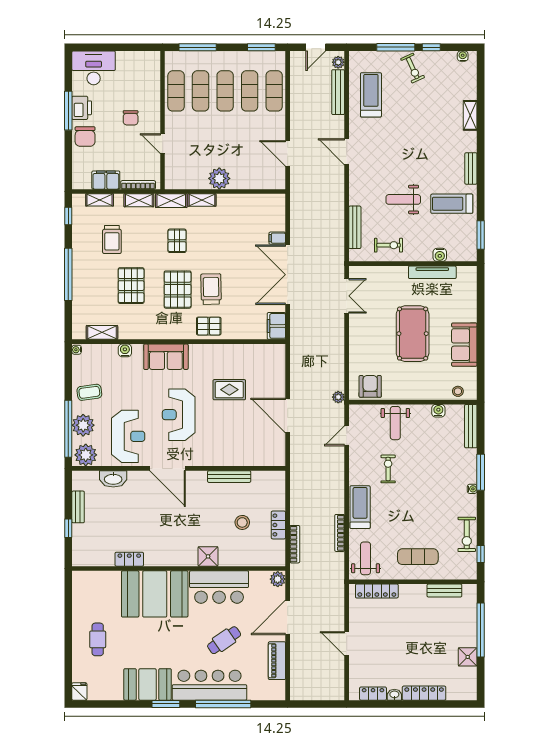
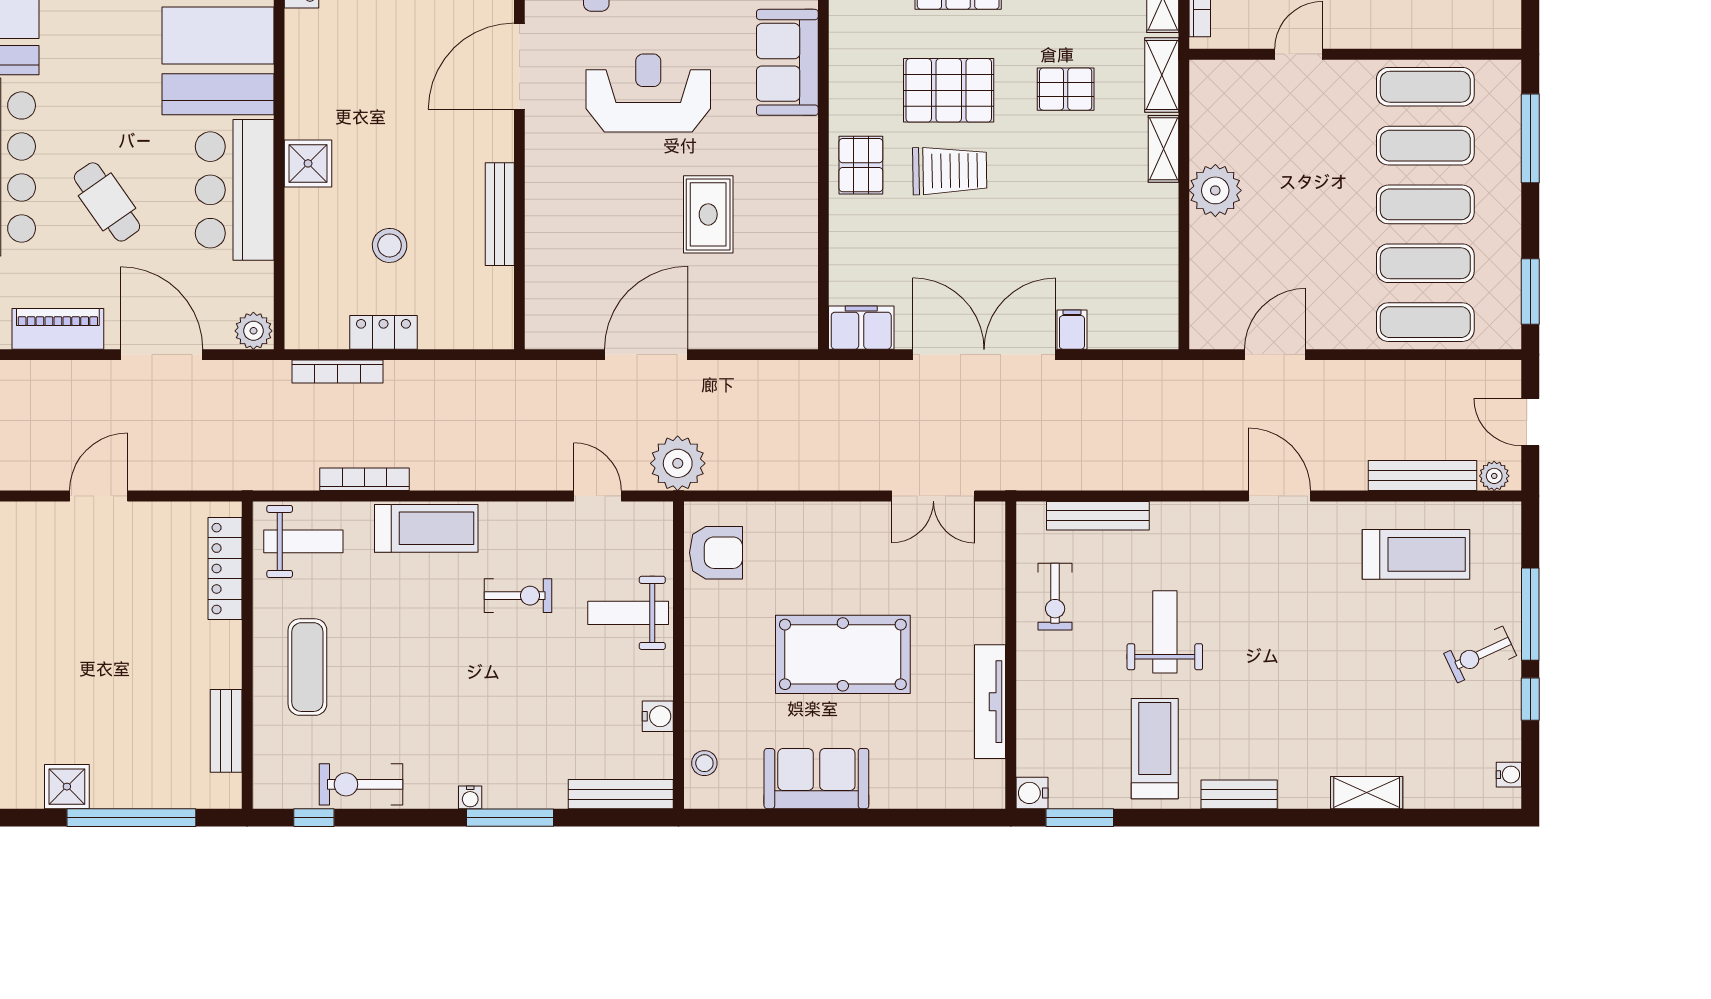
door: (347, 152) -> (1279, 496), hinge flipped
water cooler: (440, 255) -> (1032, 793), moved
plant: (338, 397) -> (678, 463), width x1.88, depth x1.88

